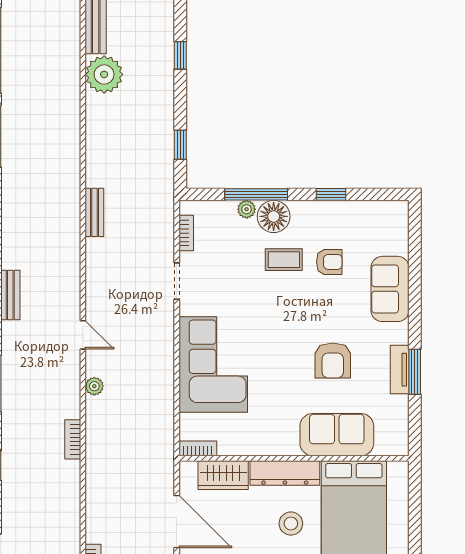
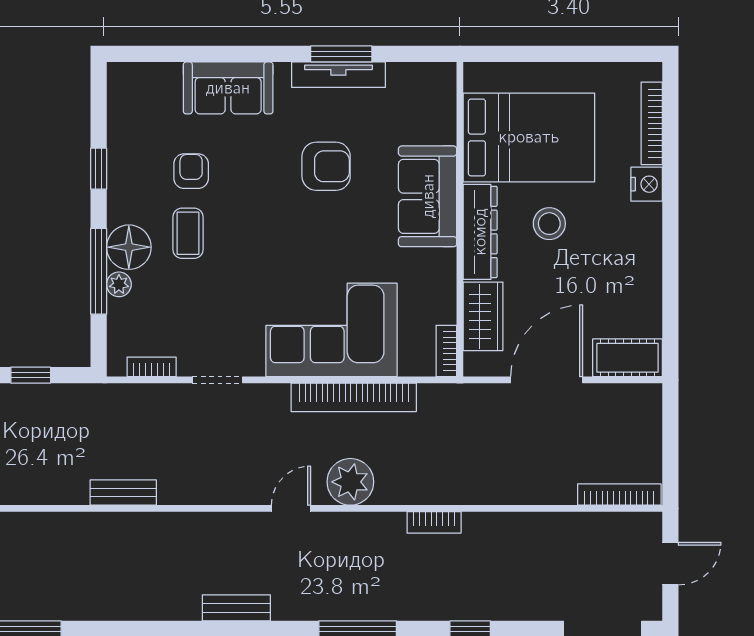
tv unit: (400, 370) -> (338, 75), width x1.41
bookcase: (164, 381) -> (354, 397), added
plant: (94, 386) -> (350, 482), width x1.88, depth x1.88
sofa: (337, 435) -> (428, 196), moved

